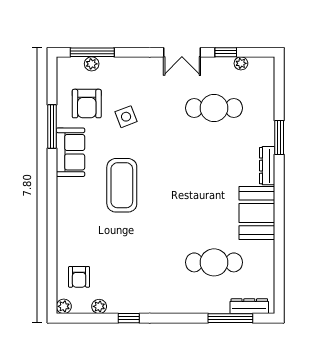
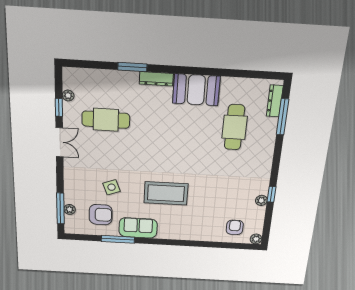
cafe table: (214, 108) -> (106, 120), turned 90
armchair: (79, 277) -> (235, 227), turned -90
plant: (99, 306) -> (261, 200), moved

